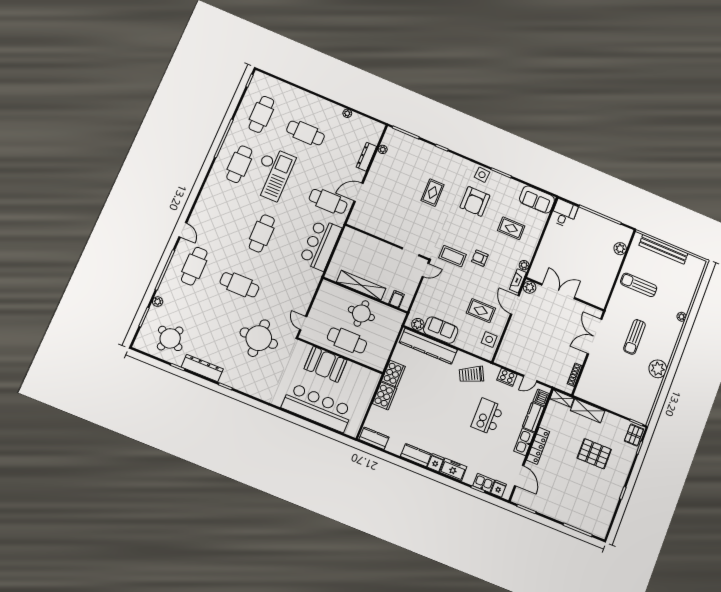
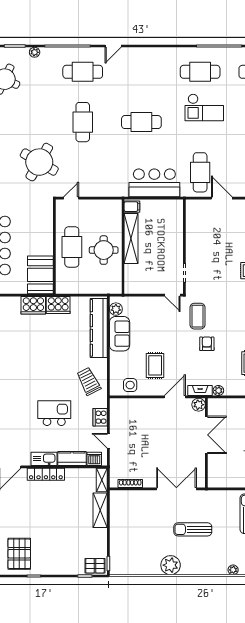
checkout: (272, 174) -> (204, 107), width x0.73, depth x0.83
filing cabinet: (397, 299) -> (132, 207), moved
round table: (259, 338) -> (39, 162), turned 30
booth: (326, 364) -> (40, 275), moved
pallet: (594, 454) -> (19, 554), moved

